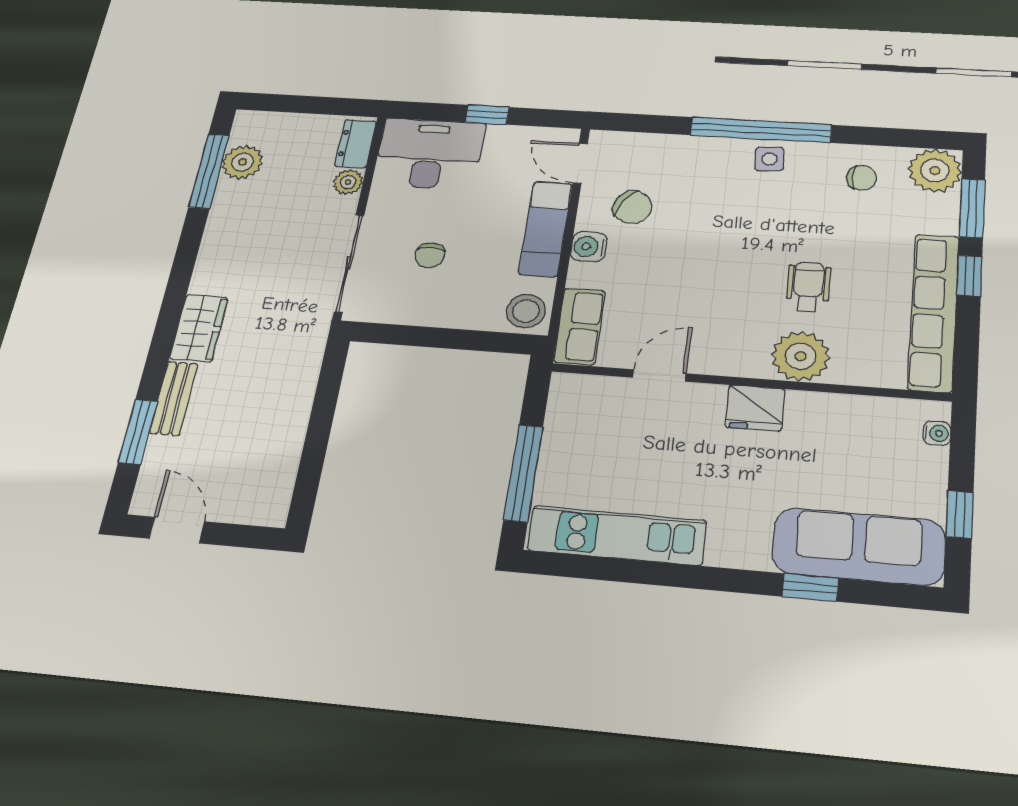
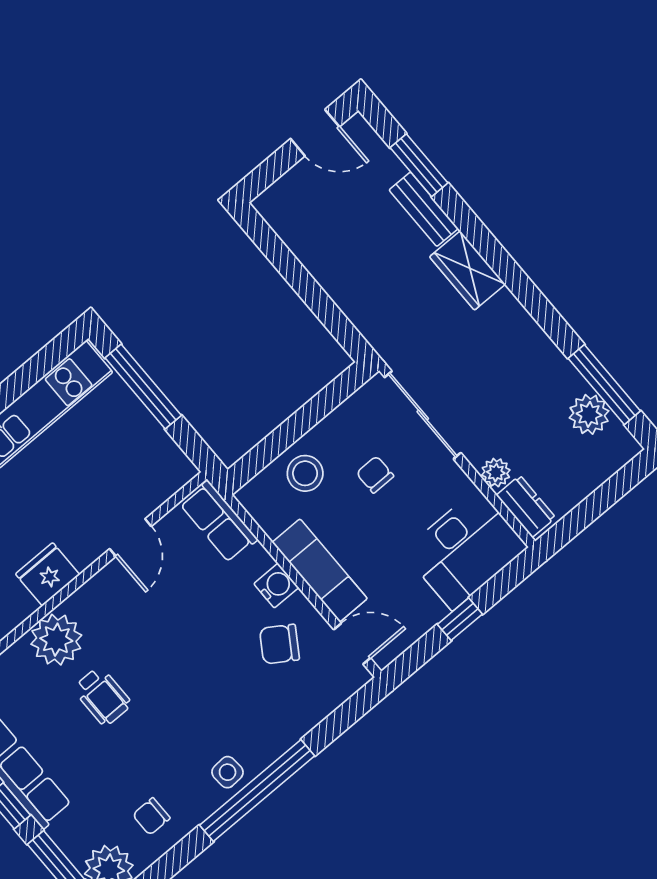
stool: (526, 311) -> (305, 473), moved

